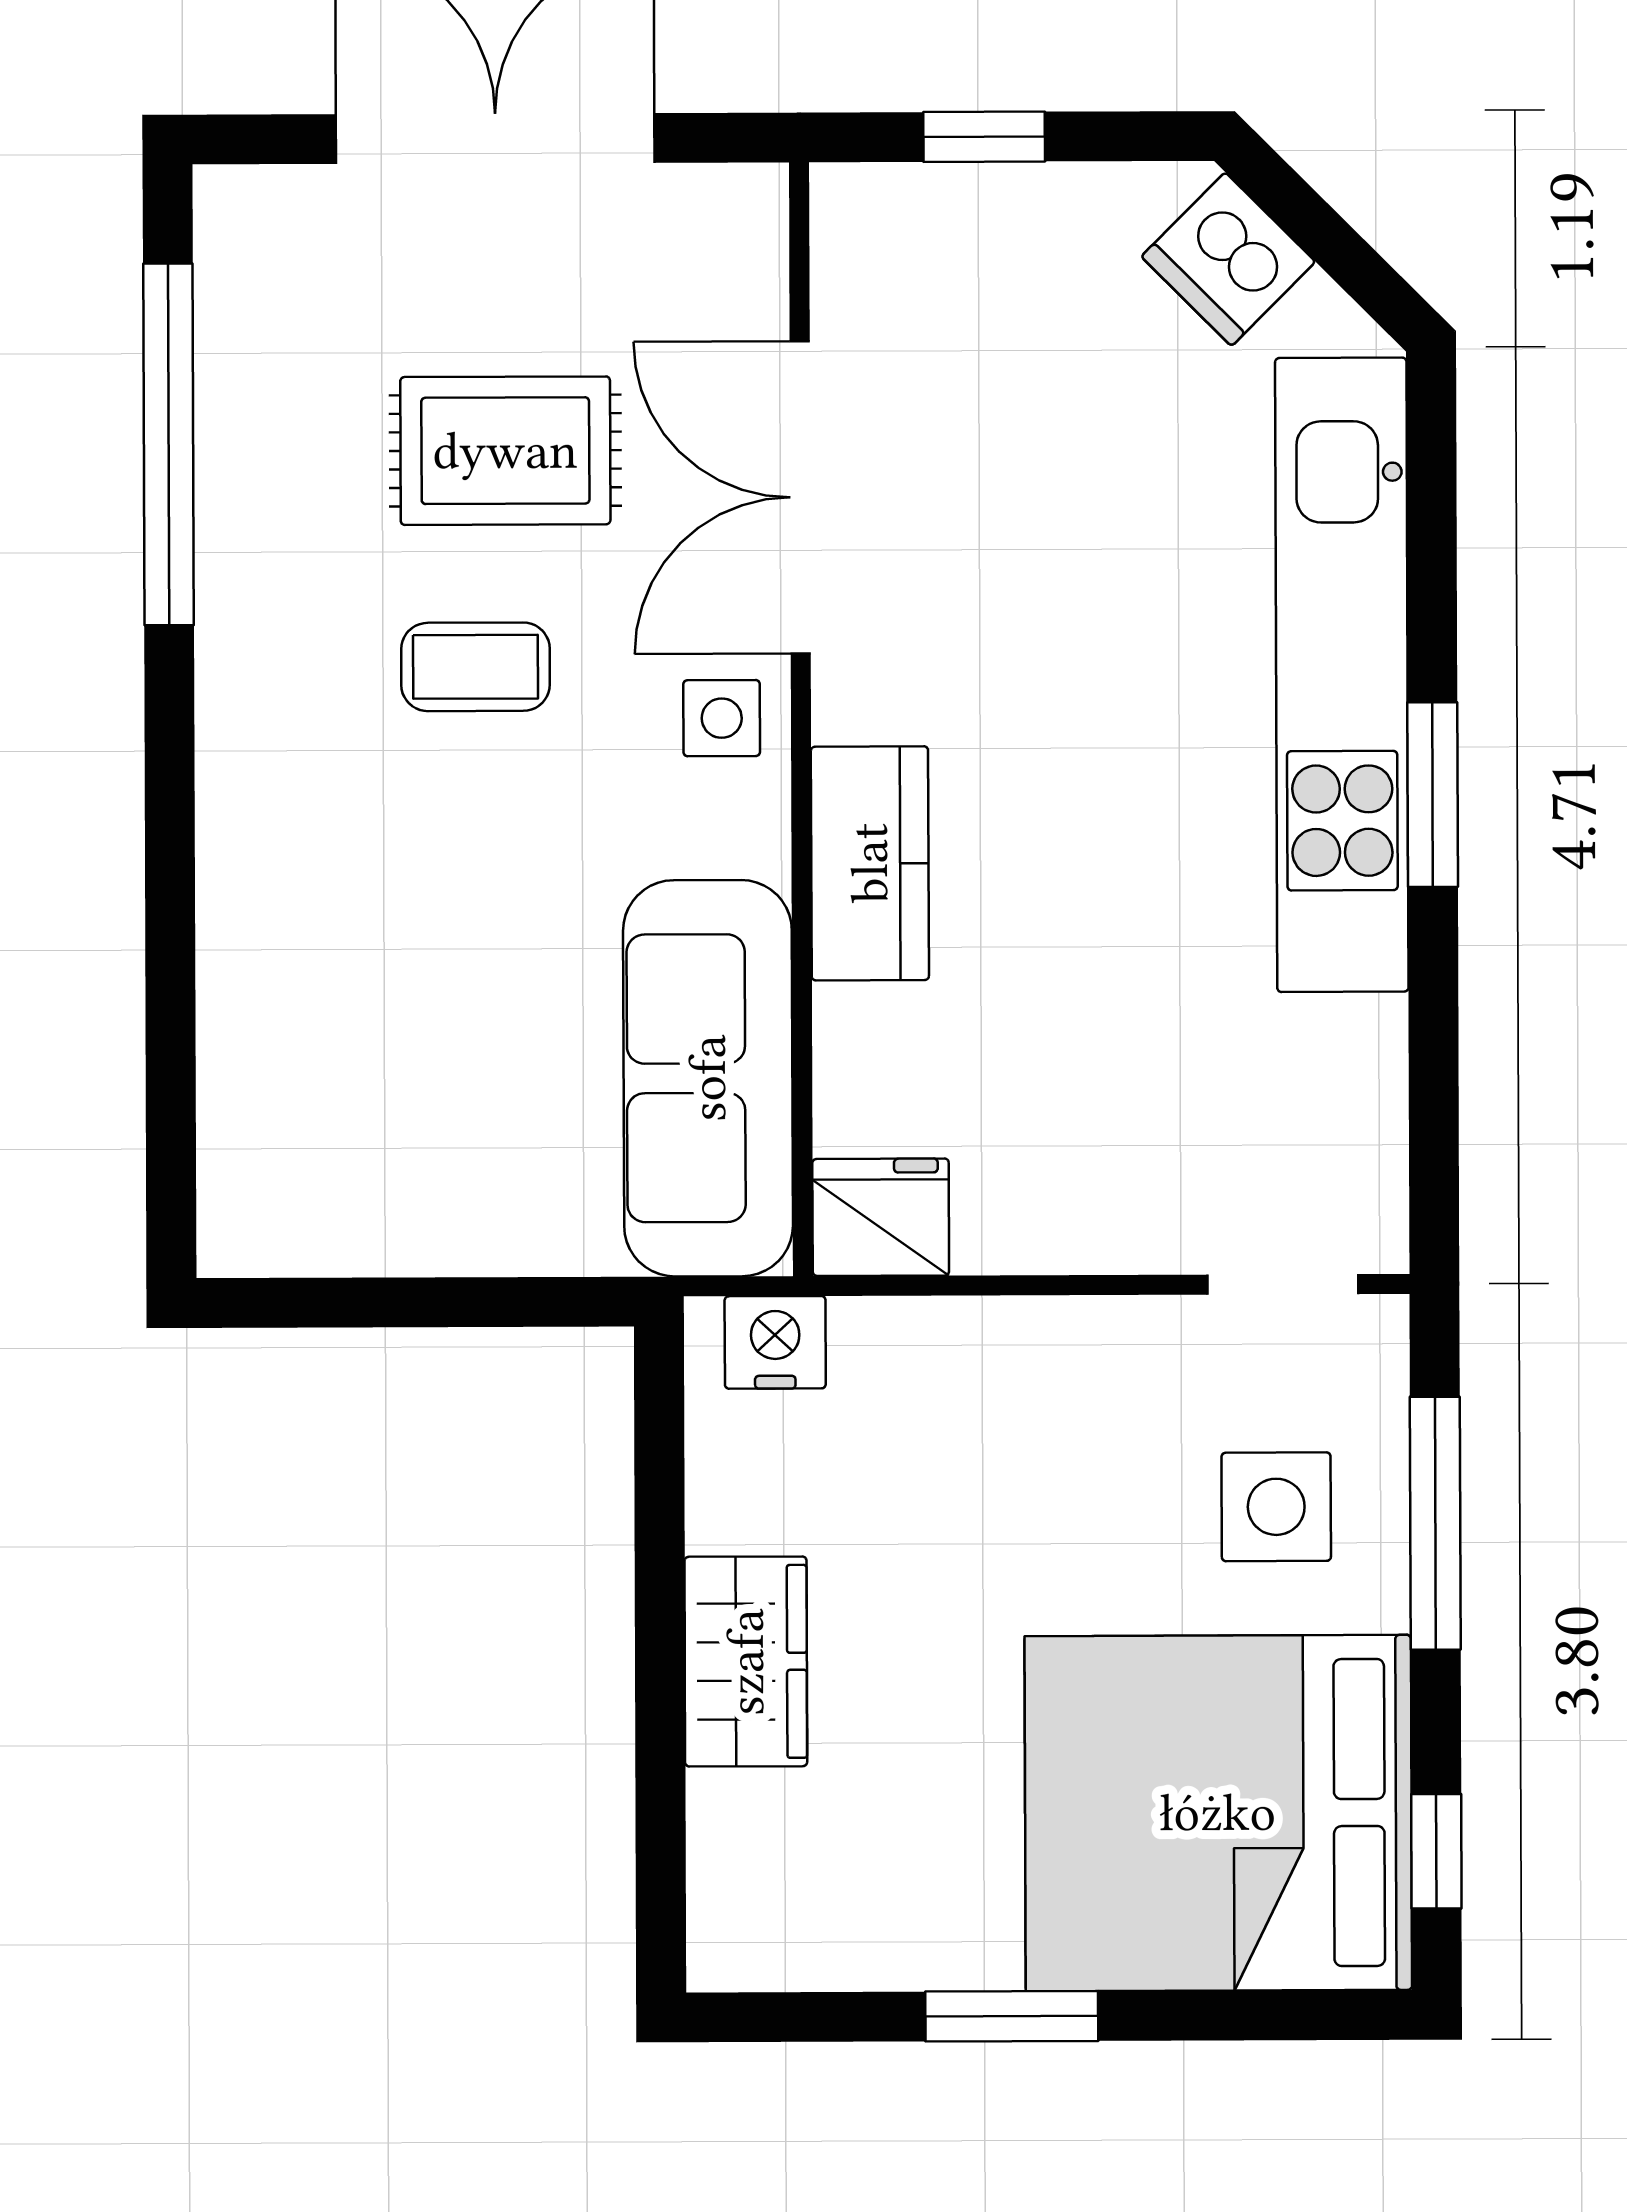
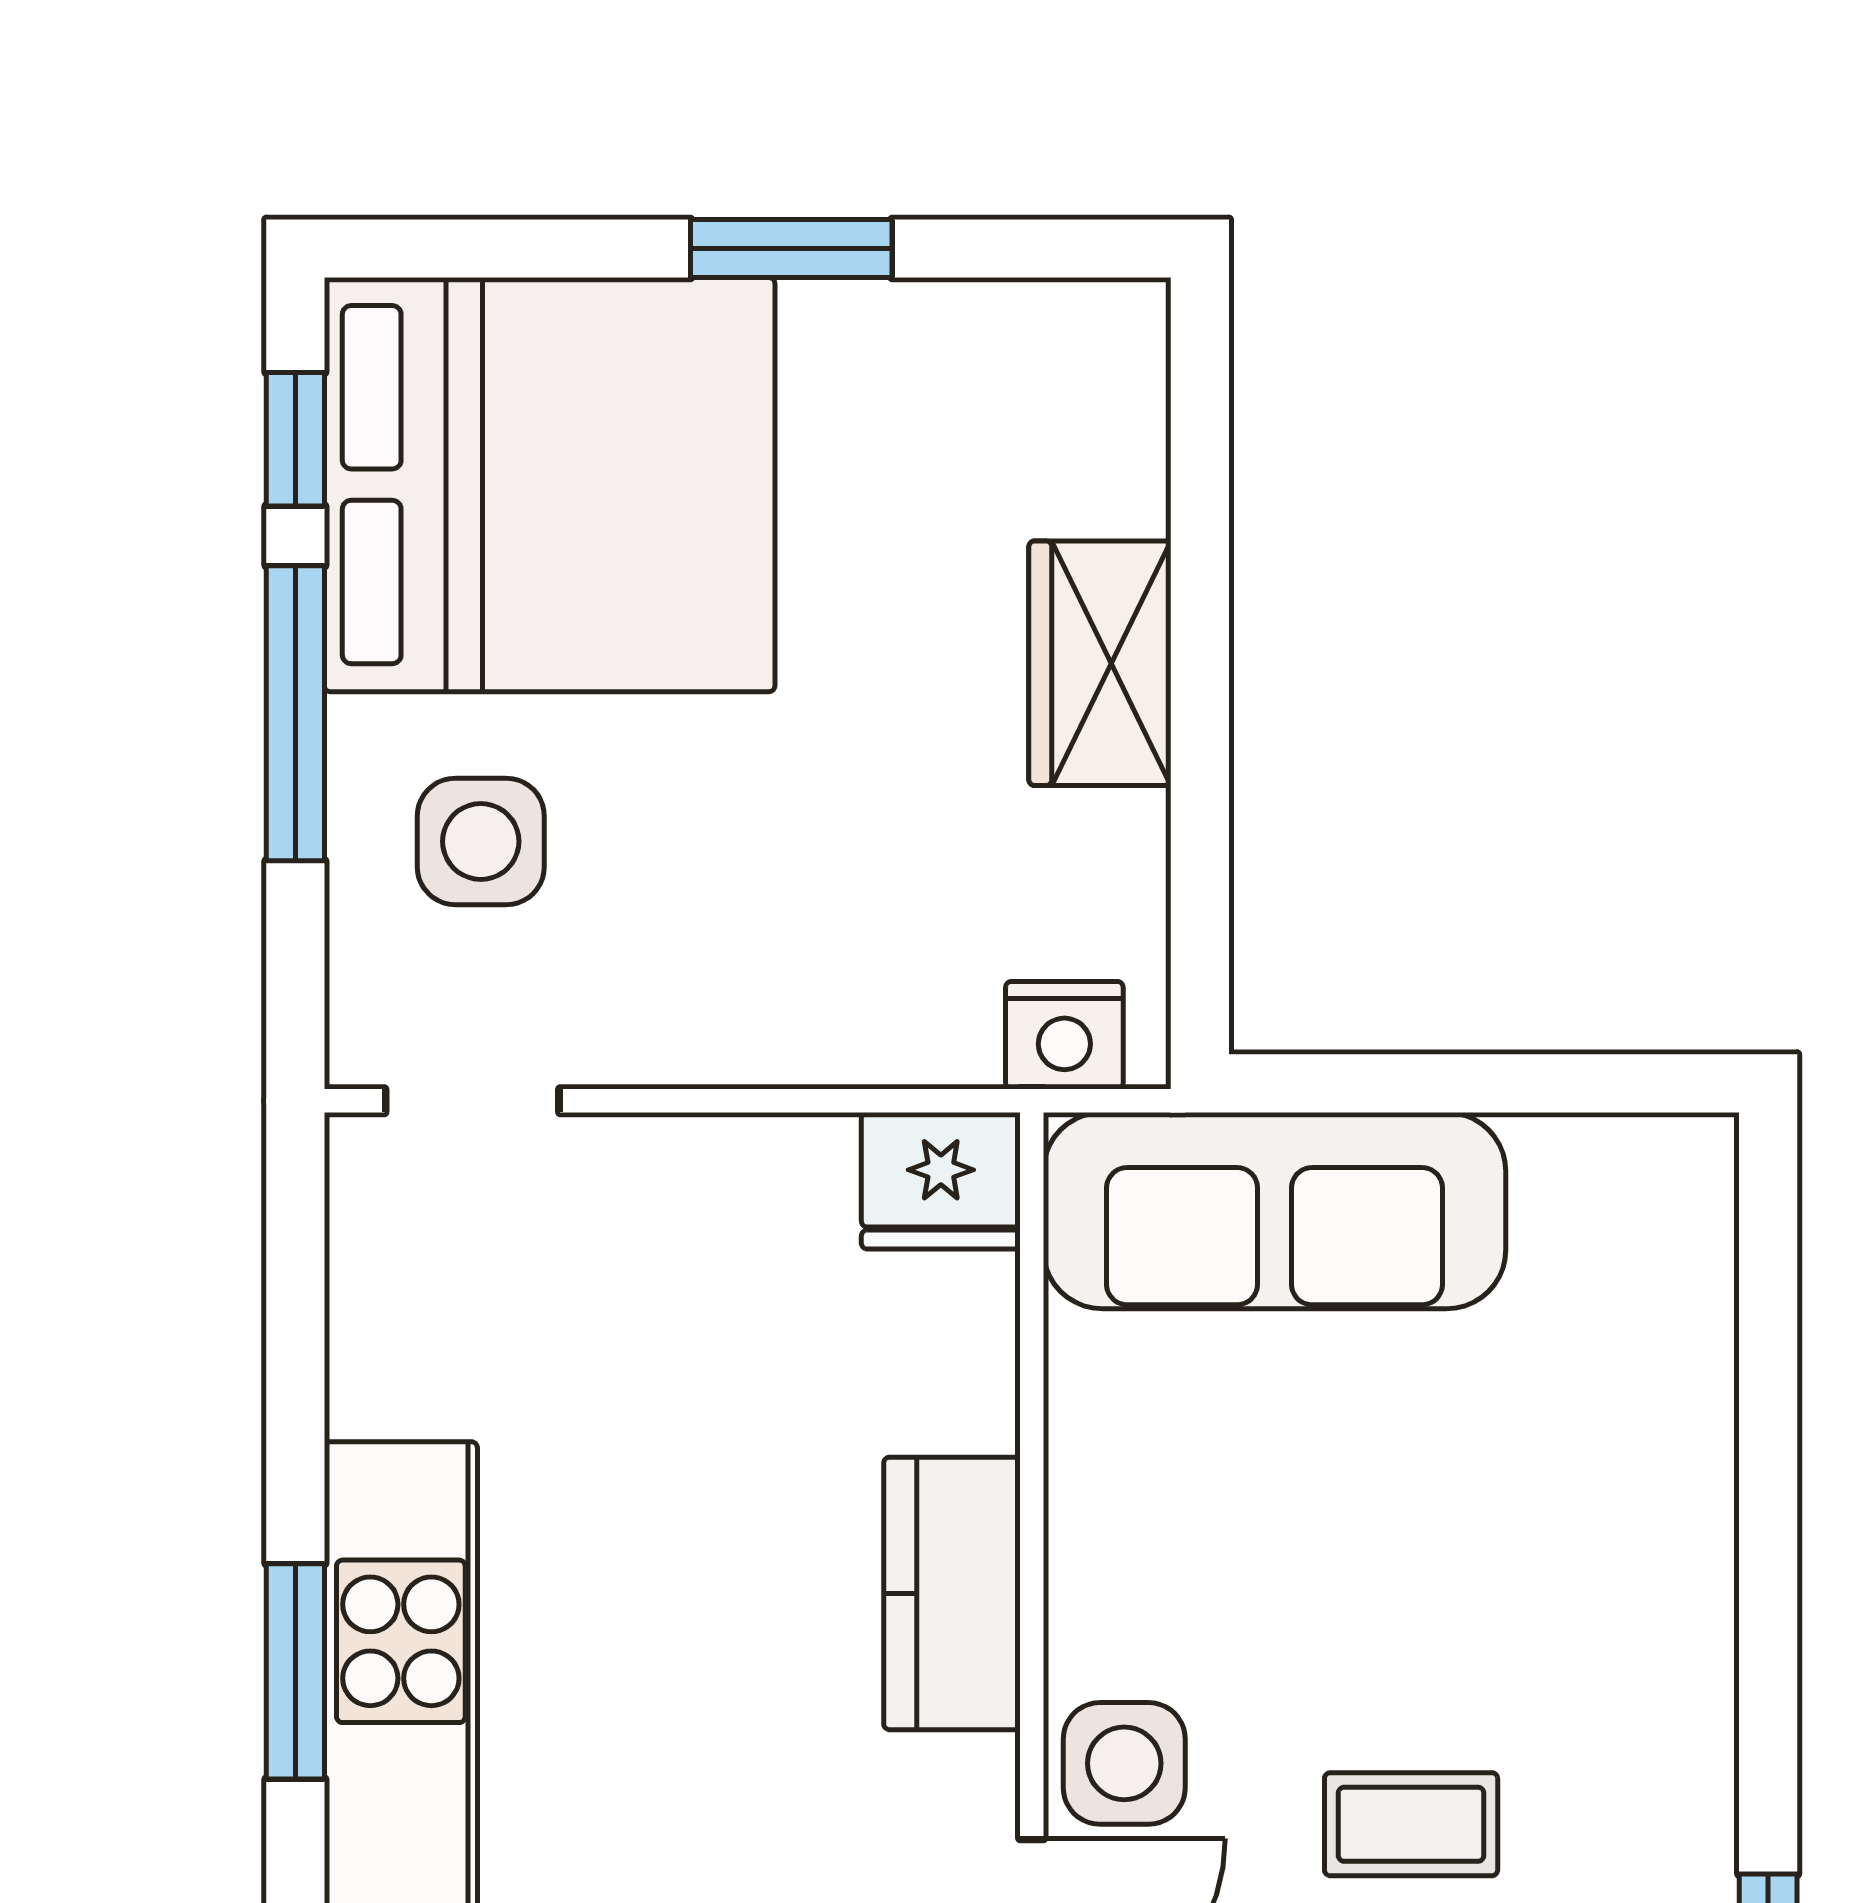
side table: (722, 718) -> (1124, 1763), width x1.37, depth x1.37
sofa: (708, 1078) -> (1275, 1211), moved, turned 90
window: (1435, 1523) -> (295, 713), moved

